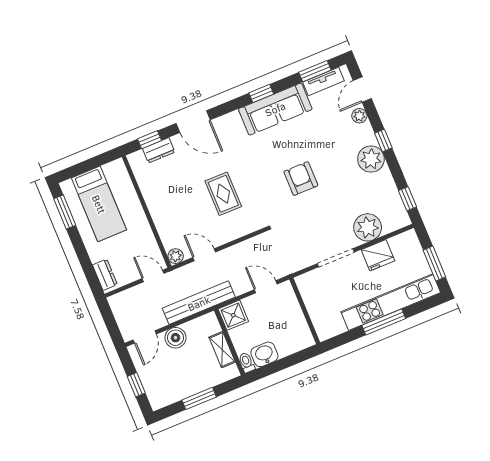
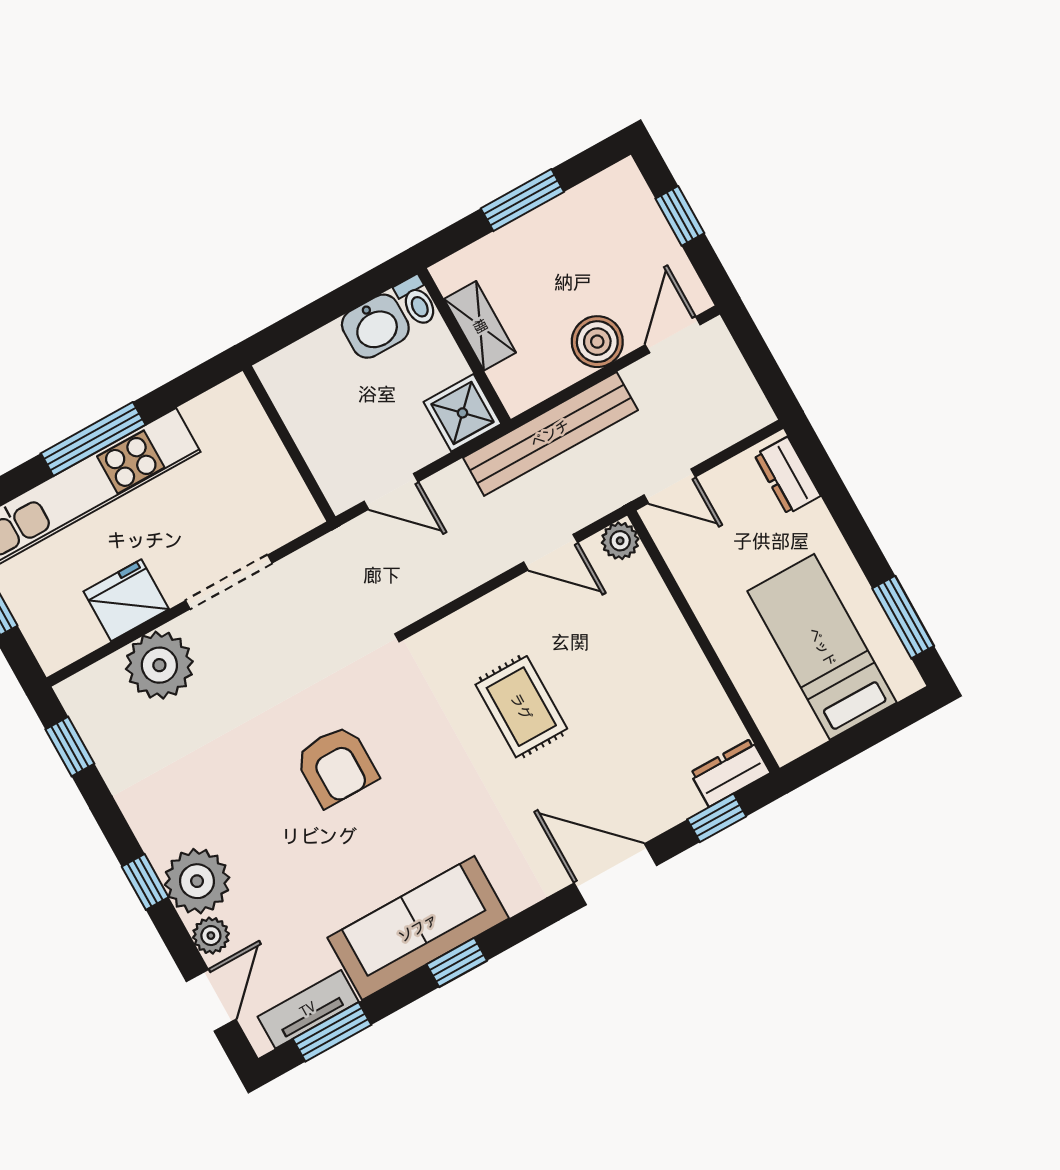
dresser: (159, 150) -> (730, 773), moved
plant: (371, 159) -> (197, 881), moved

